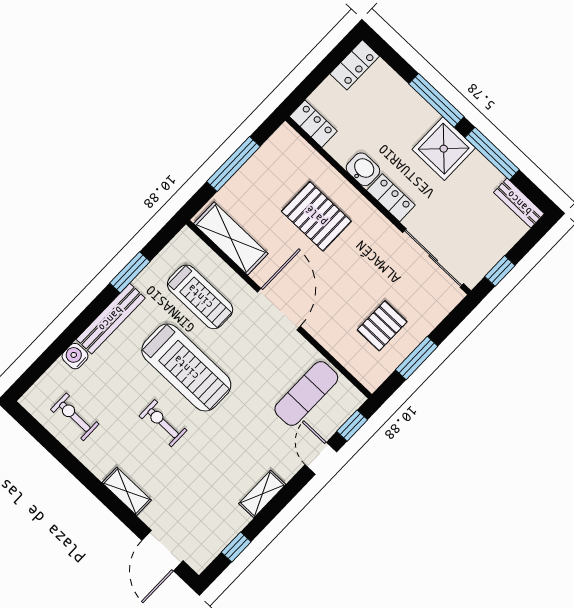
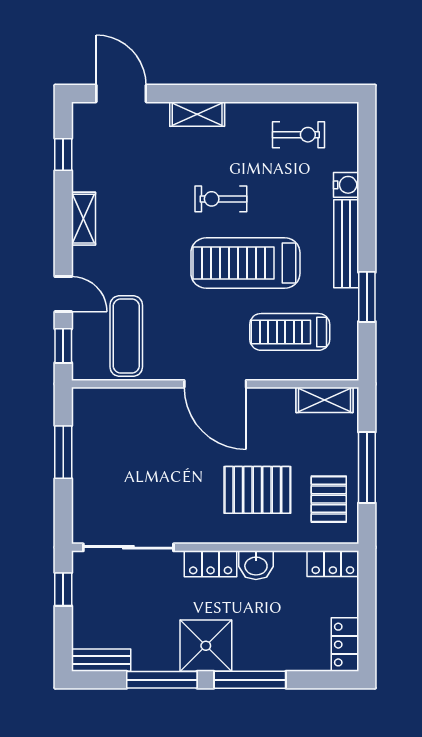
shelving: (231, 239) -> (325, 400), width x0.67, depth x0.75
pallet: (382, 326) -> (329, 499), moved
exercise bike: (163, 423) -> (221, 199), turned 180

